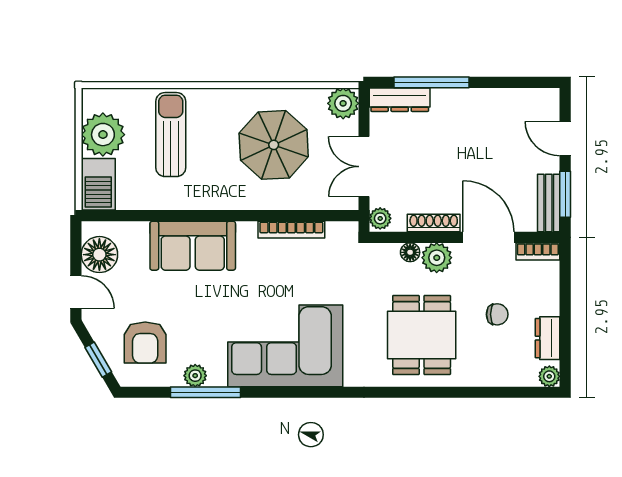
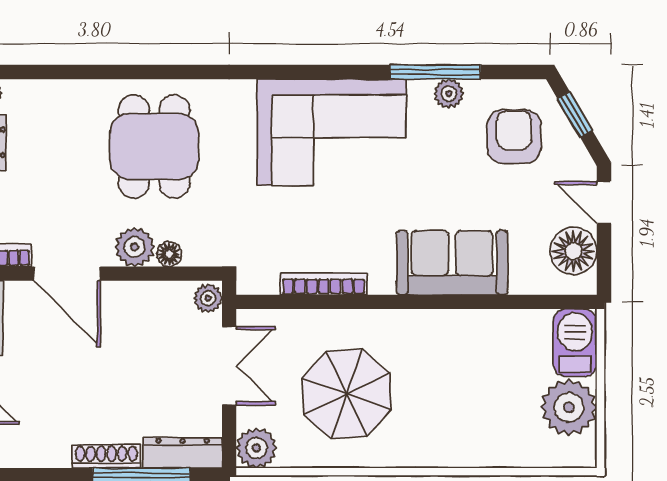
sun lounger: (171, 135) -> (481, 407), removed
shoe rack: (434, 223) -> (106, 457), moved, turned 180
chair: (497, 314) -> (56, 173), removed

